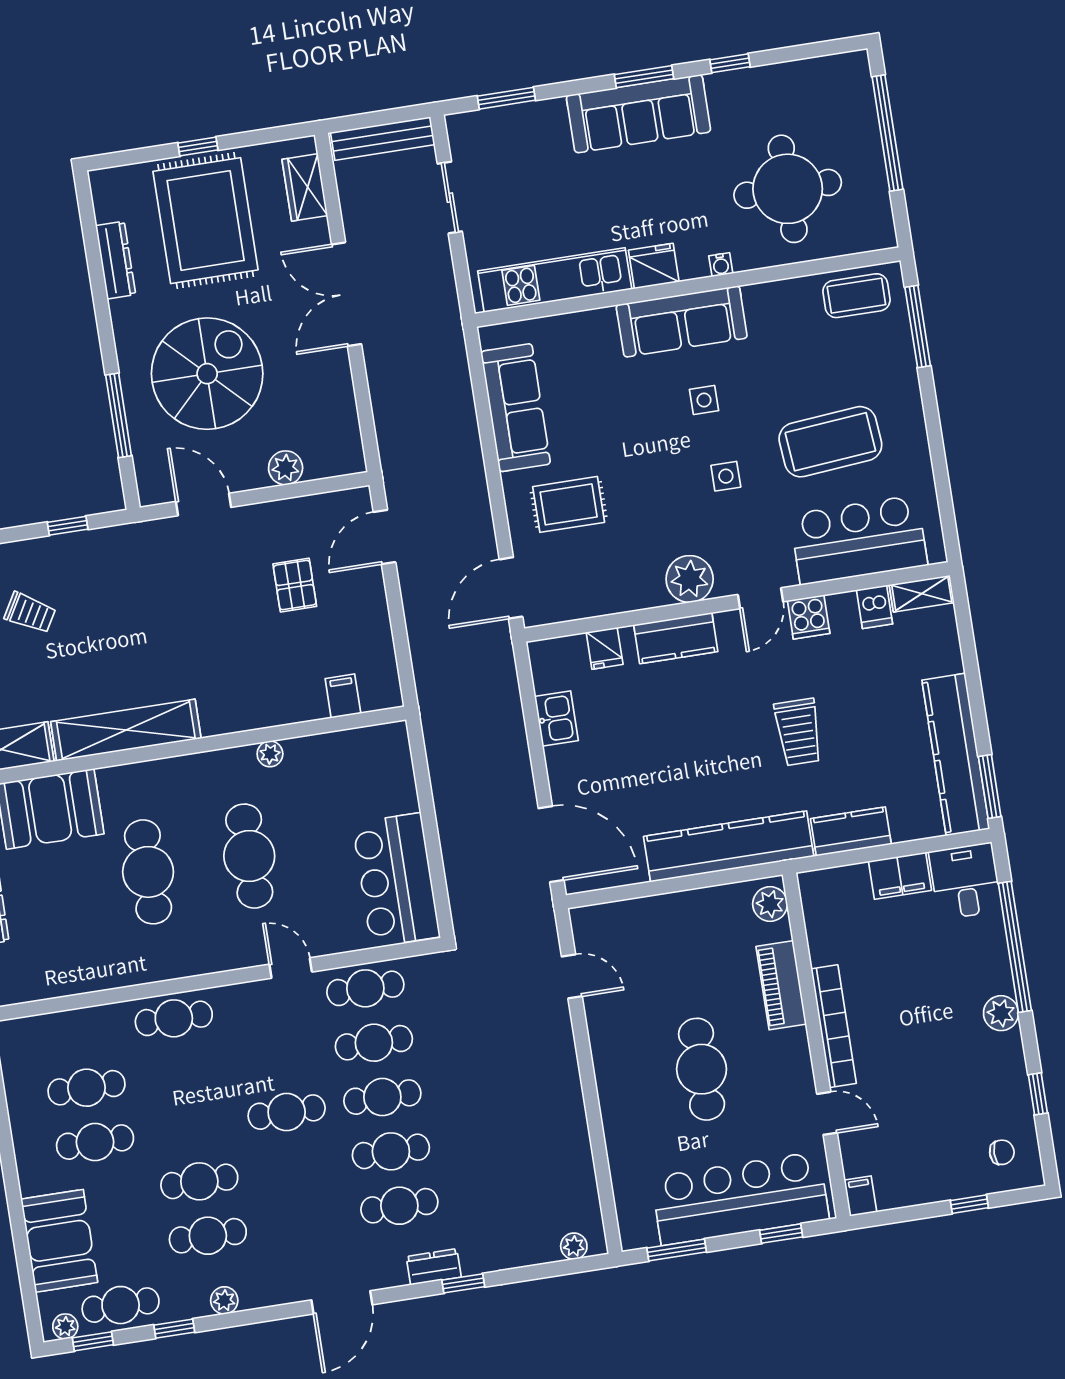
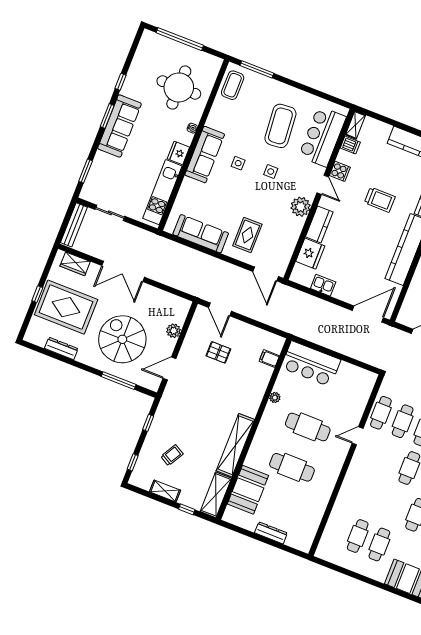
fridge: (605, 648) -> (310, 254), width x1.88, depth x1.34
bar counter: (396, 880) -> (311, 364), moved
cafe table: (174, 1018) -> (351, 489), removed

